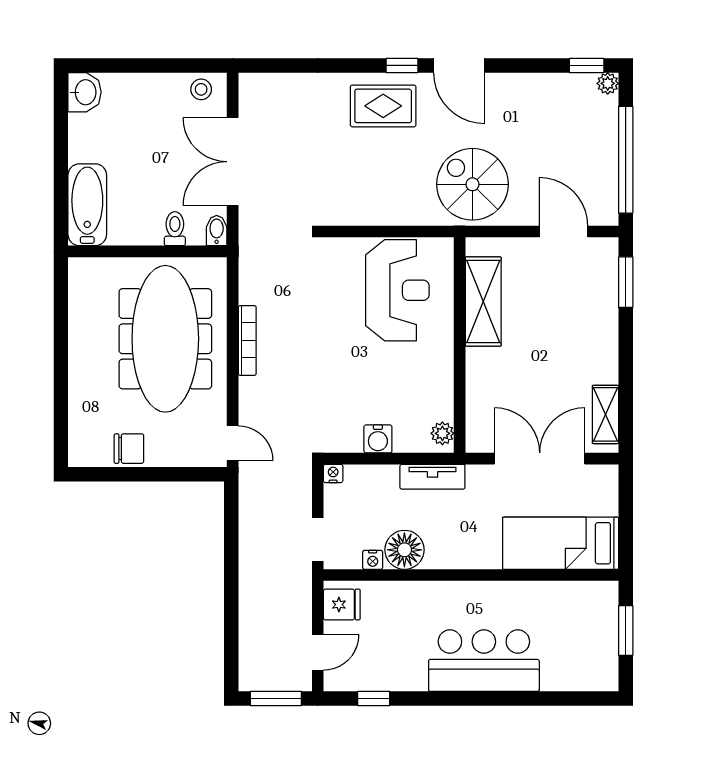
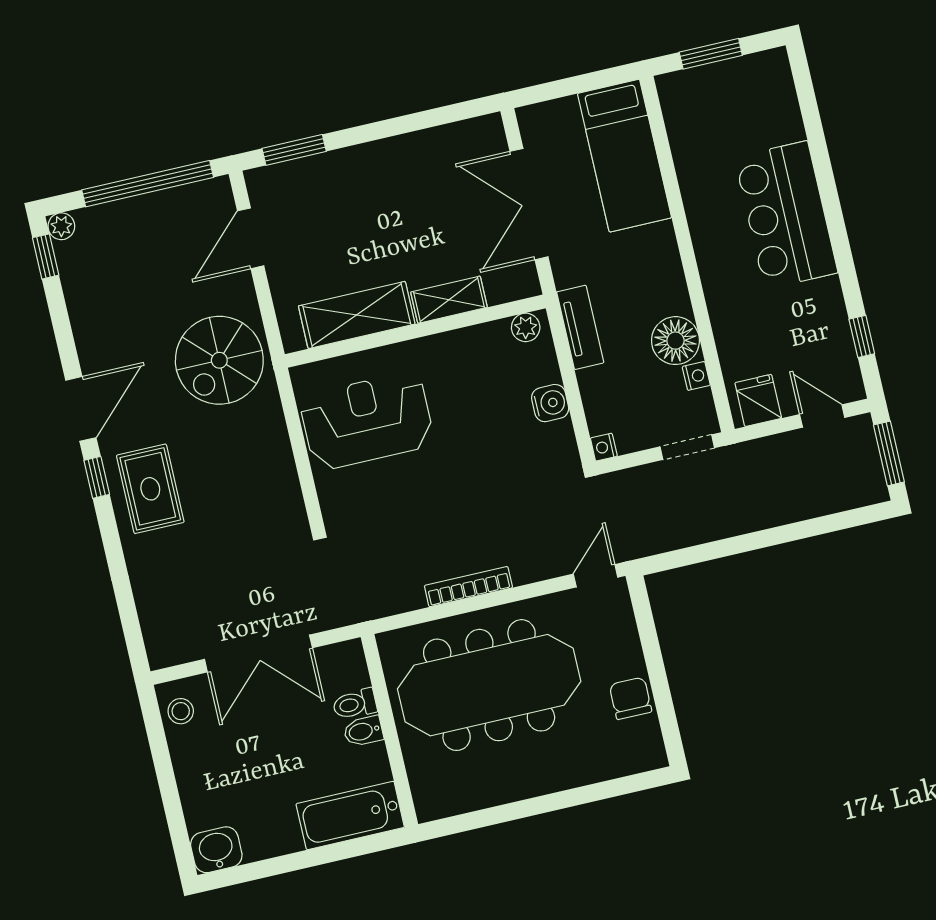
bidet: (217, 231) -> (363, 731), moved
shelving: (606, 414) -> (449, 300), moved

